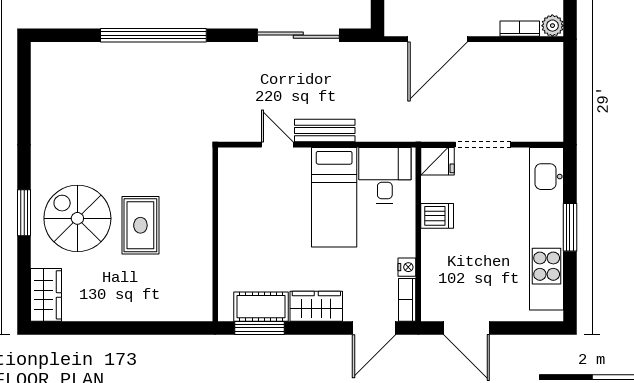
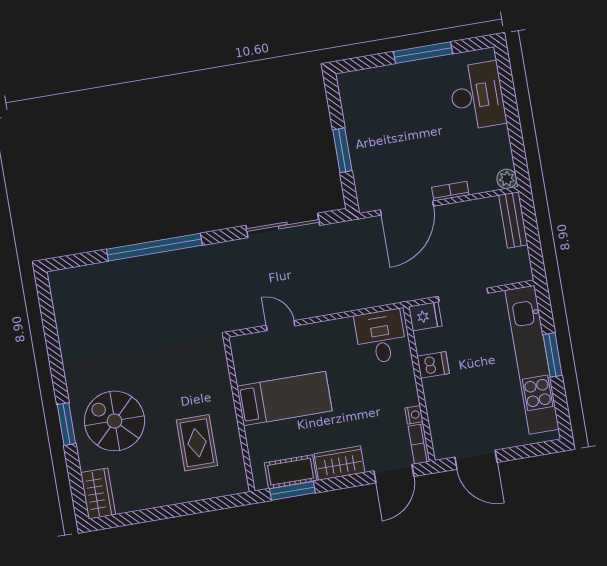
bookcase: (520, 29) -> (450, 191), moved
bench: (325, 131) -> (513, 220), moved, turned 90
bed: (334, 197) -> (284, 398), moved, turned -90
rug: (140, 225) -> (197, 443), moved

